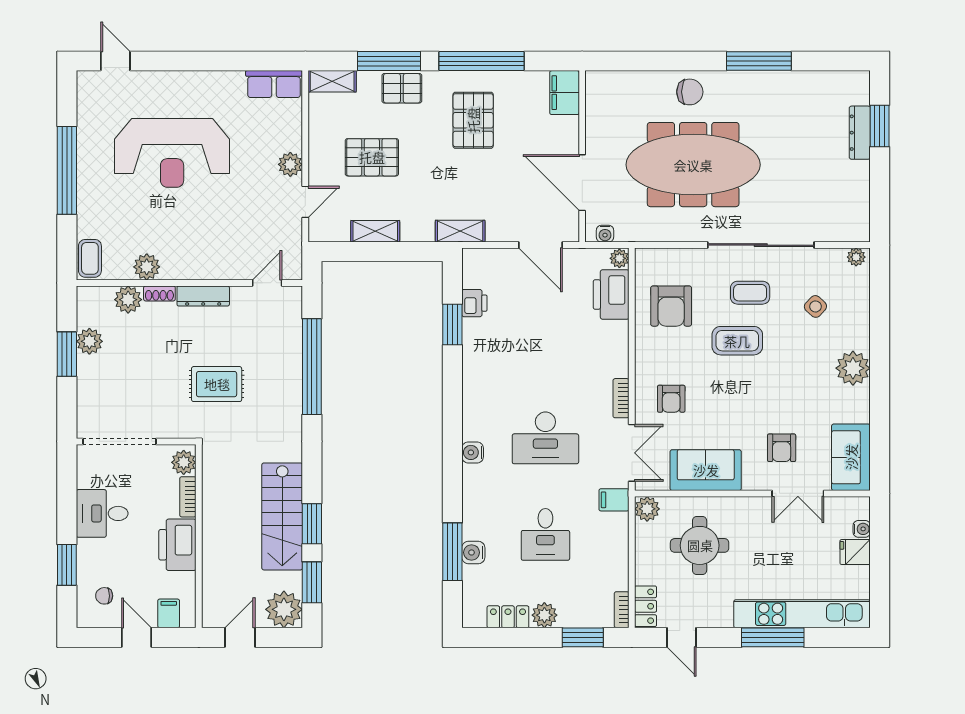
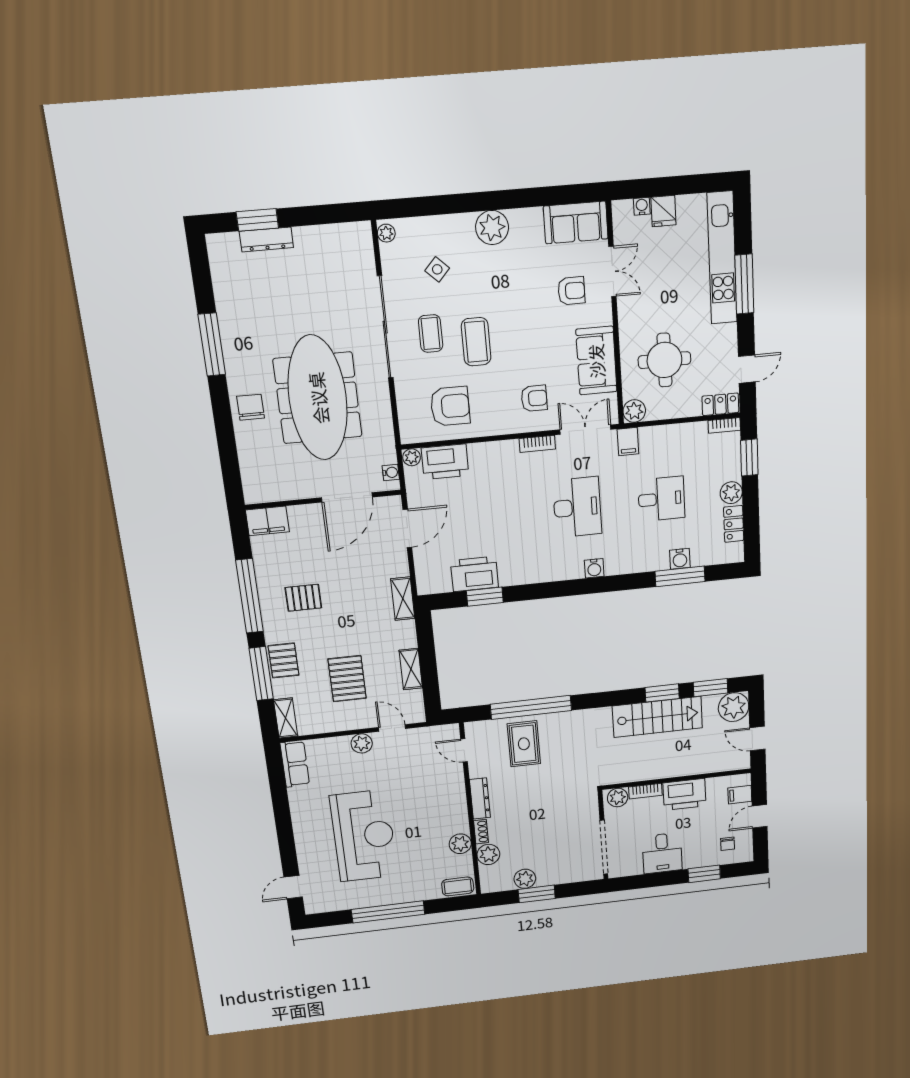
pallet: (473, 120) -> (303, 598), width x0.67, depth x0.71
printer: (474, 303) -> (474, 574), width x1.87, depth x1.48
rug: (217, 384) -> (524, 744), moved

